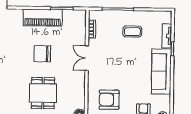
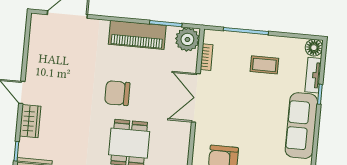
floor lamp: (166, 17) -> (314, 48), added
plant: (78, 18) -> (187, 39), added
chair: (42, 54) -> (117, 93), moved
double door: (87, 58) -> (196, 98), width x1.37

